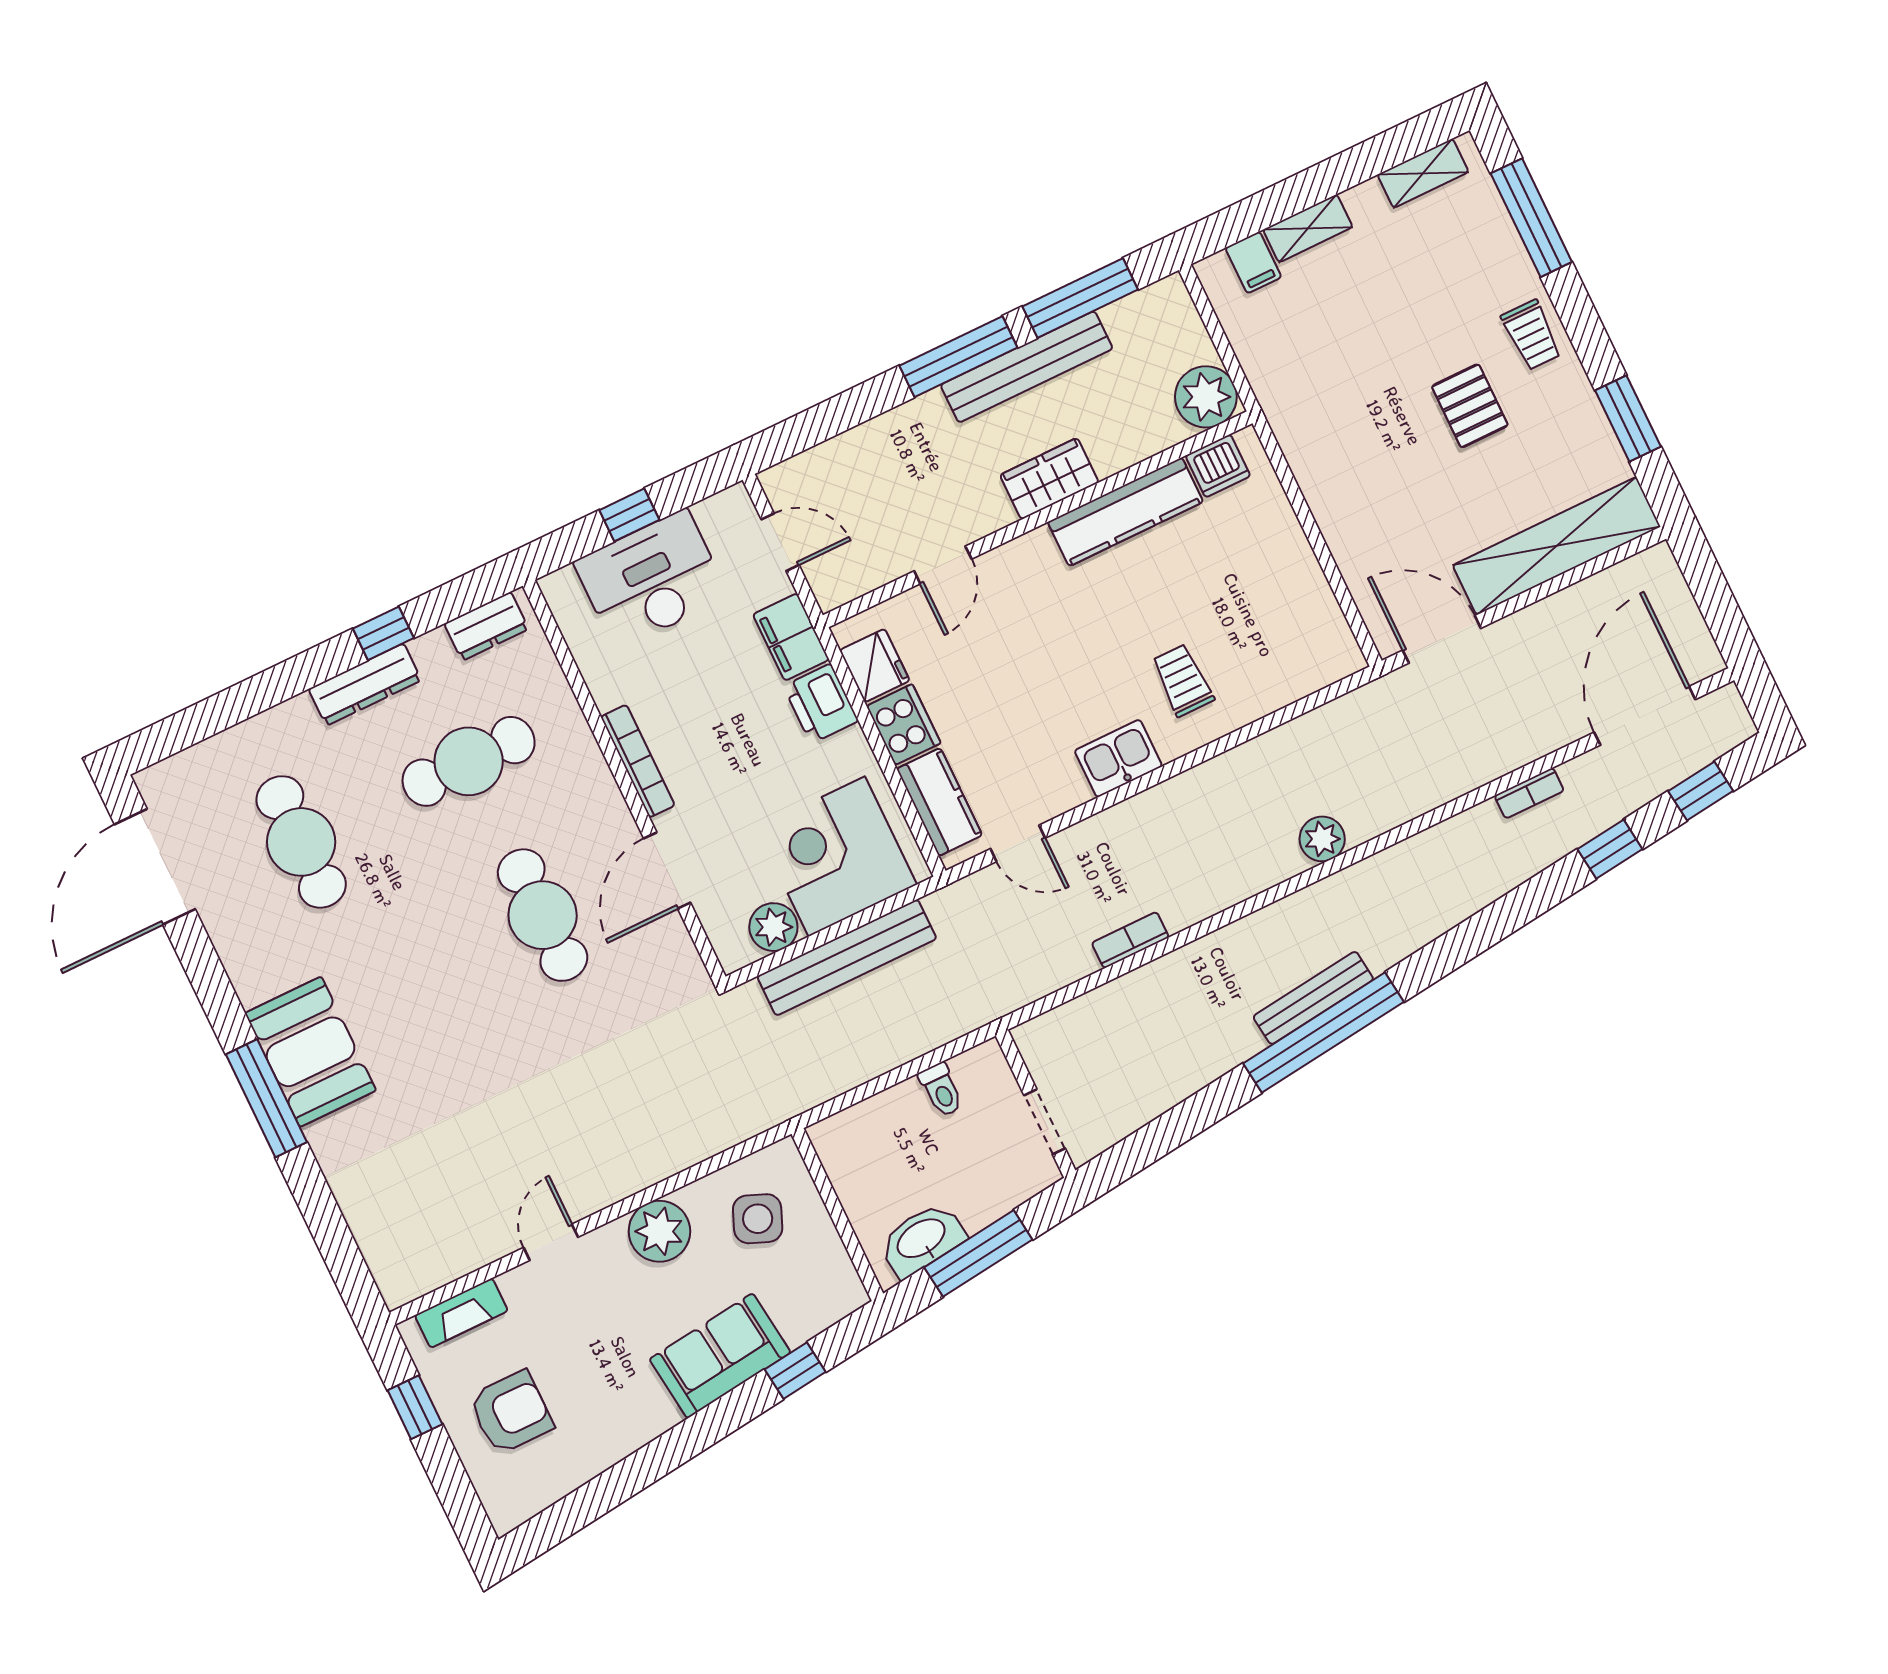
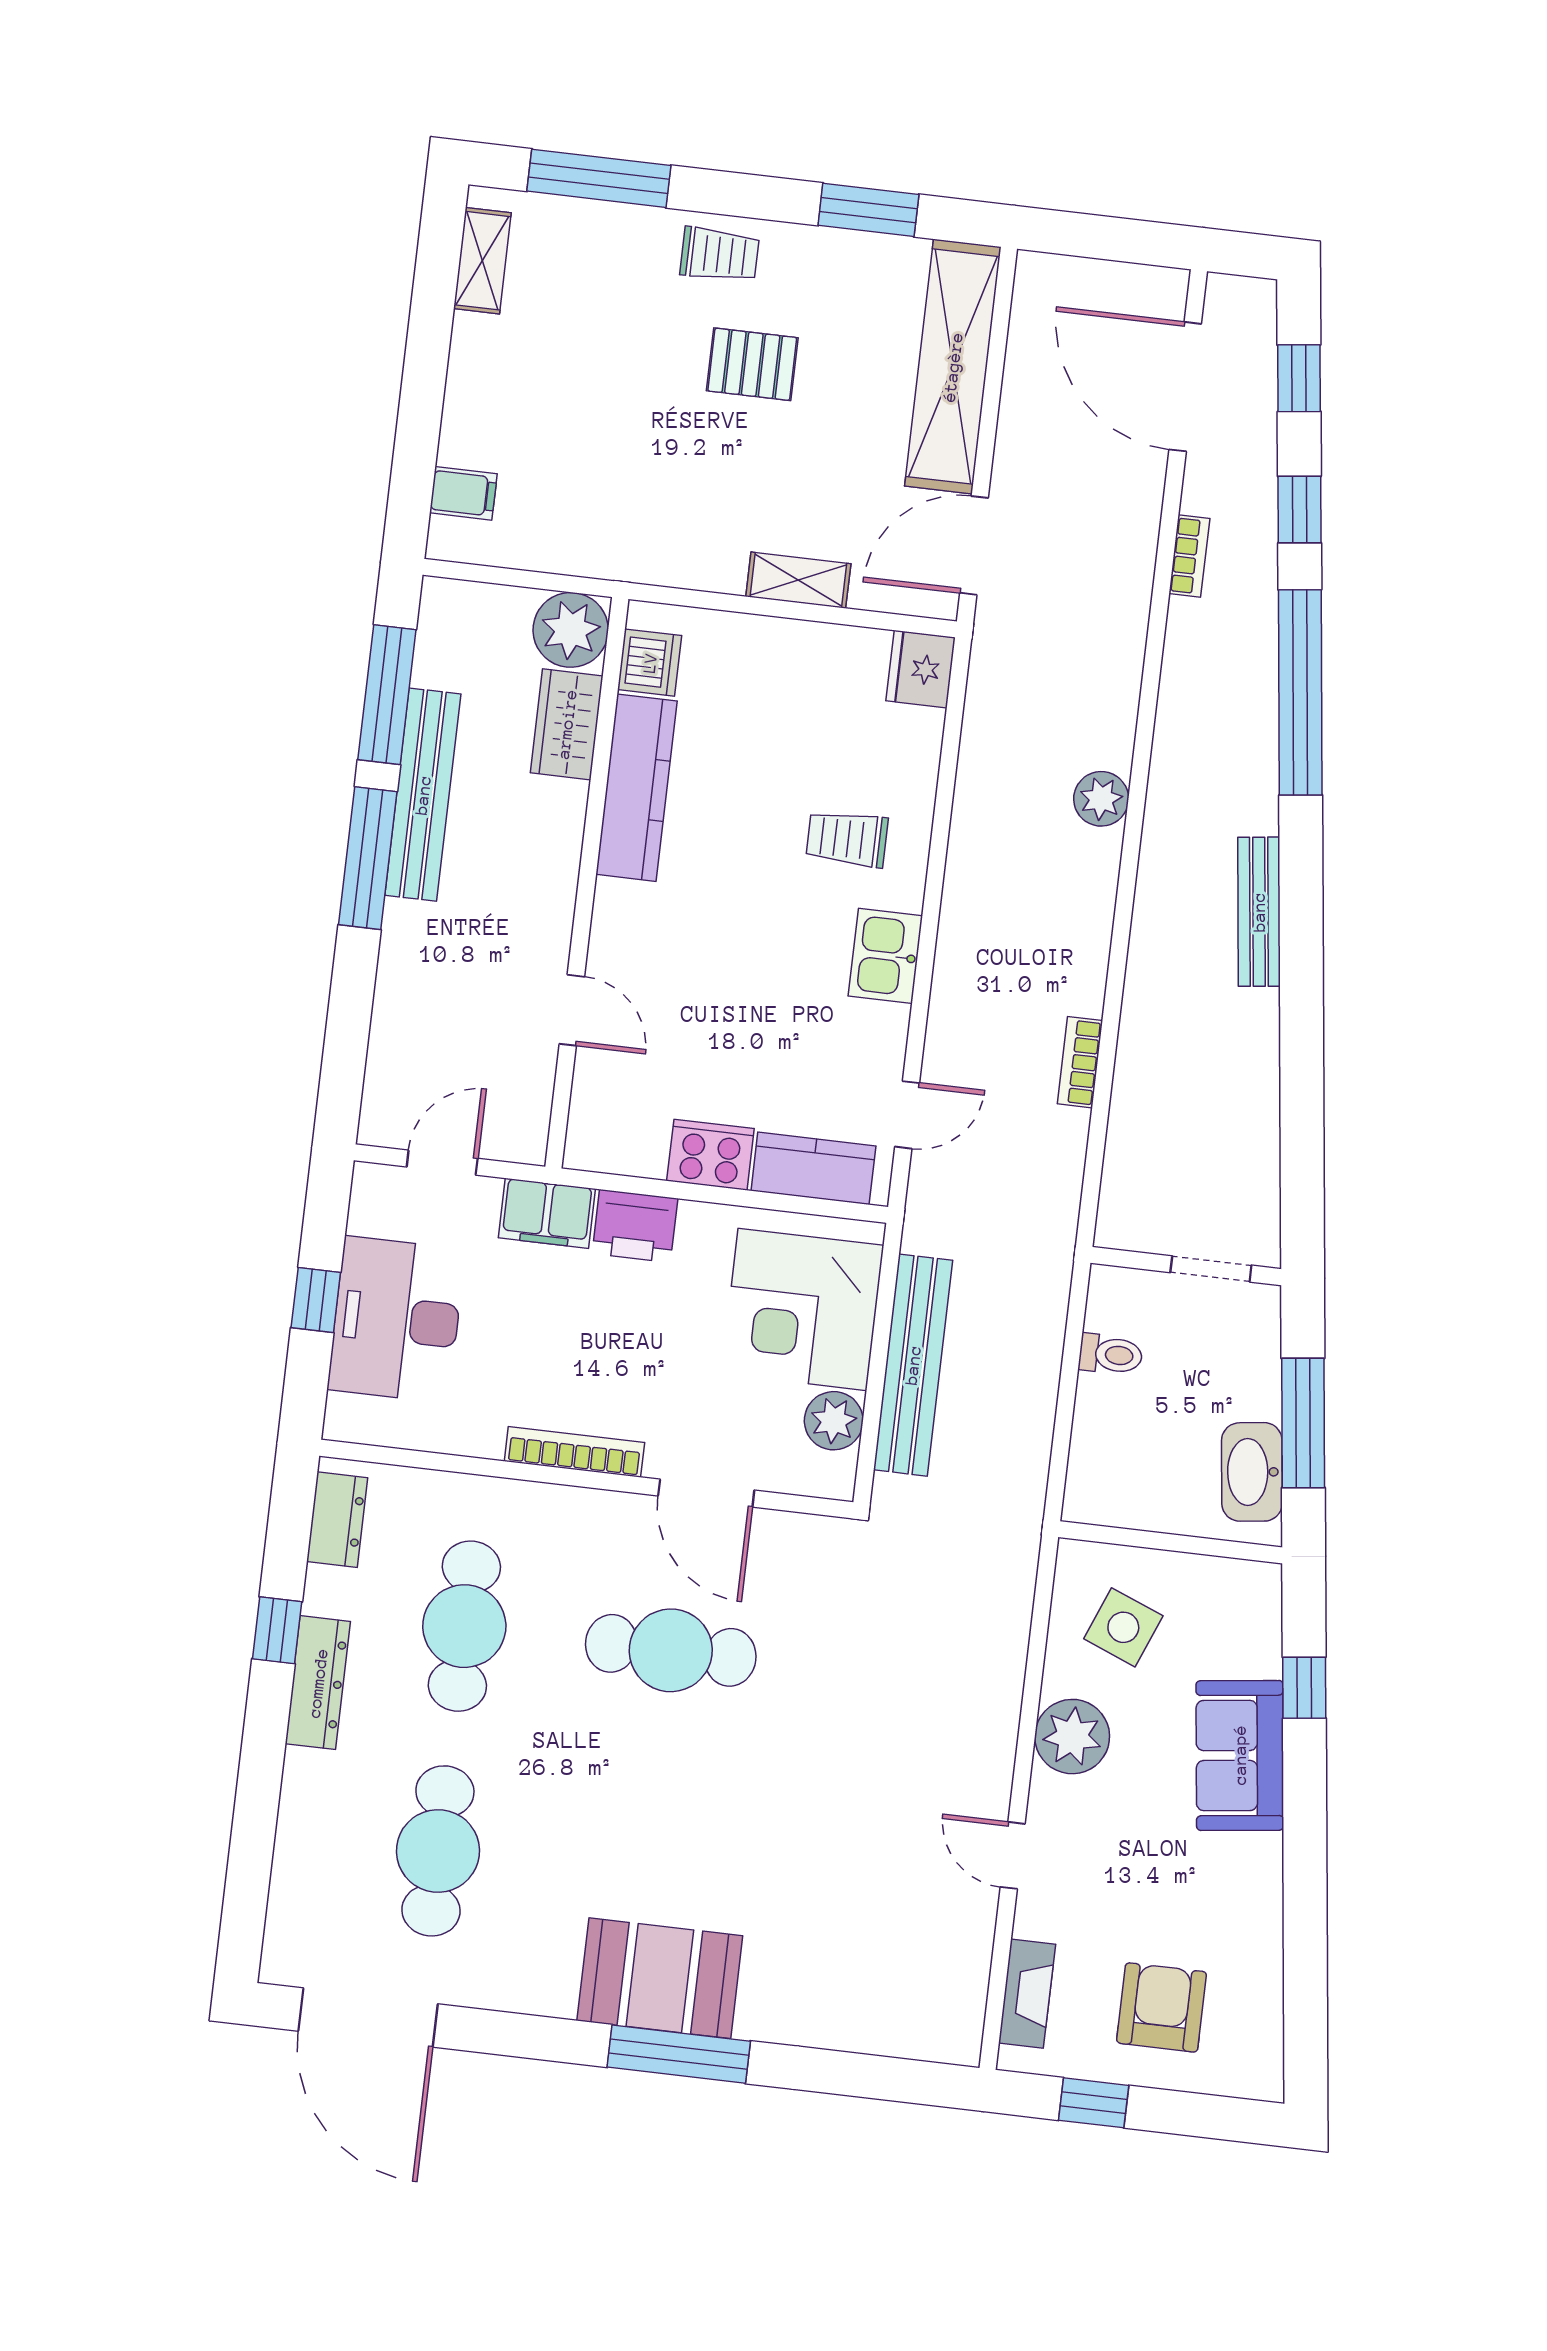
shelving: (1308, 228) -> (798, 580), moved, turned 90
wardrobe: (1049, 479) -> (567, 724), moved
fridge: (875, 665) -> (921, 669), moved, turned -90
cafe table: (301, 842) -> (438, 1851), turned 90
window: (1323, 1033) -> (1300, 692), moved

